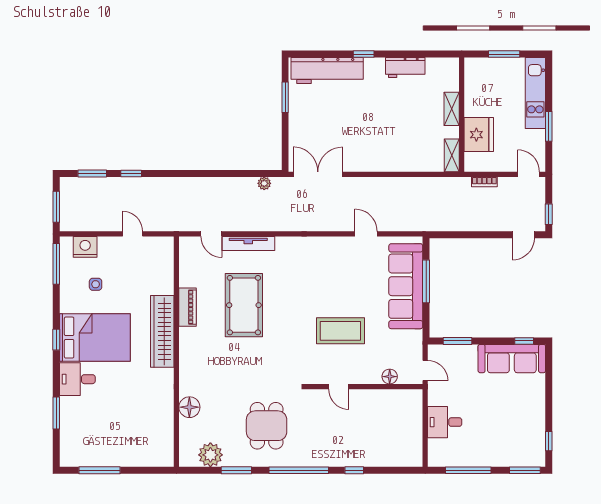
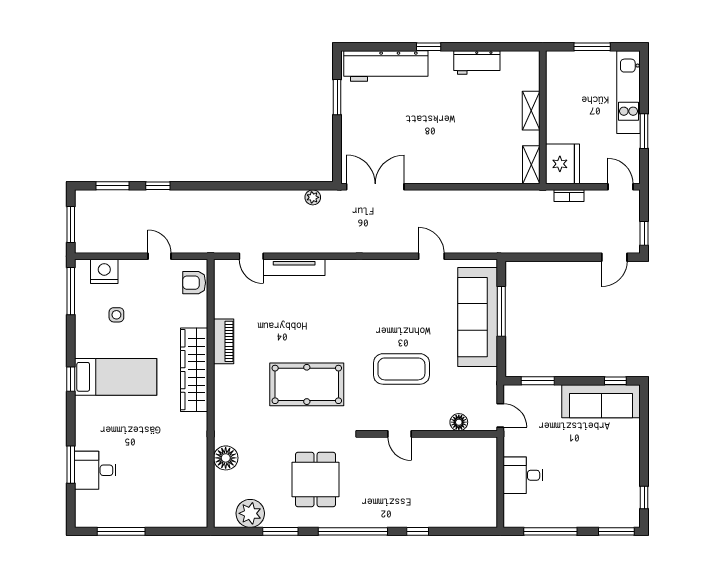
fridge: (479, 135) -> (563, 164), moved
armchair: (162, 257) -> (194, 283), added
pool table: (244, 305) -> (307, 384), moved, turned 90
bed: (95, 338) -> (116, 377), width x0.67
desk: (77, 379) -> (95, 470), moved

